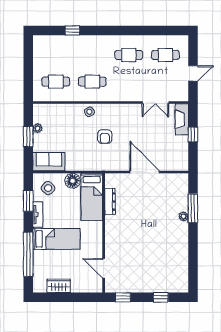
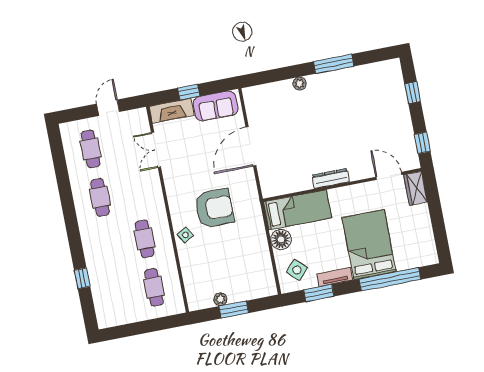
door: (193, 73) -> (108, 108), hinge flipped
double door: (155, 102) -> (156, 150), swing flipped
armchair: (105, 137) -> (214, 208), width x1.88, depth x1.88
sofa: (49, 162) -> (216, 106), moved, turned -90
dresser: (110, 202) -> (331, 178), moved
window: (193, 208) -> (334, 64), moved
bed: (56, 239) -> (369, 245), width x1.50
door: (104, 268) -> (389, 176), swing flipped
wardrobe: (59, 286) -> (415, 188), moved

